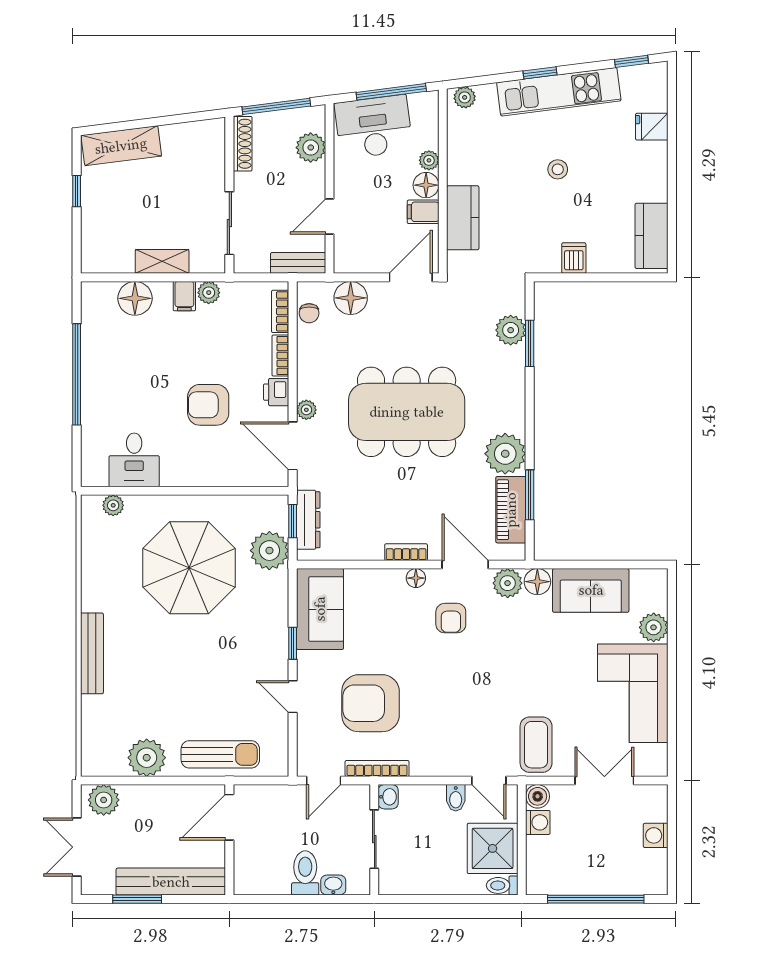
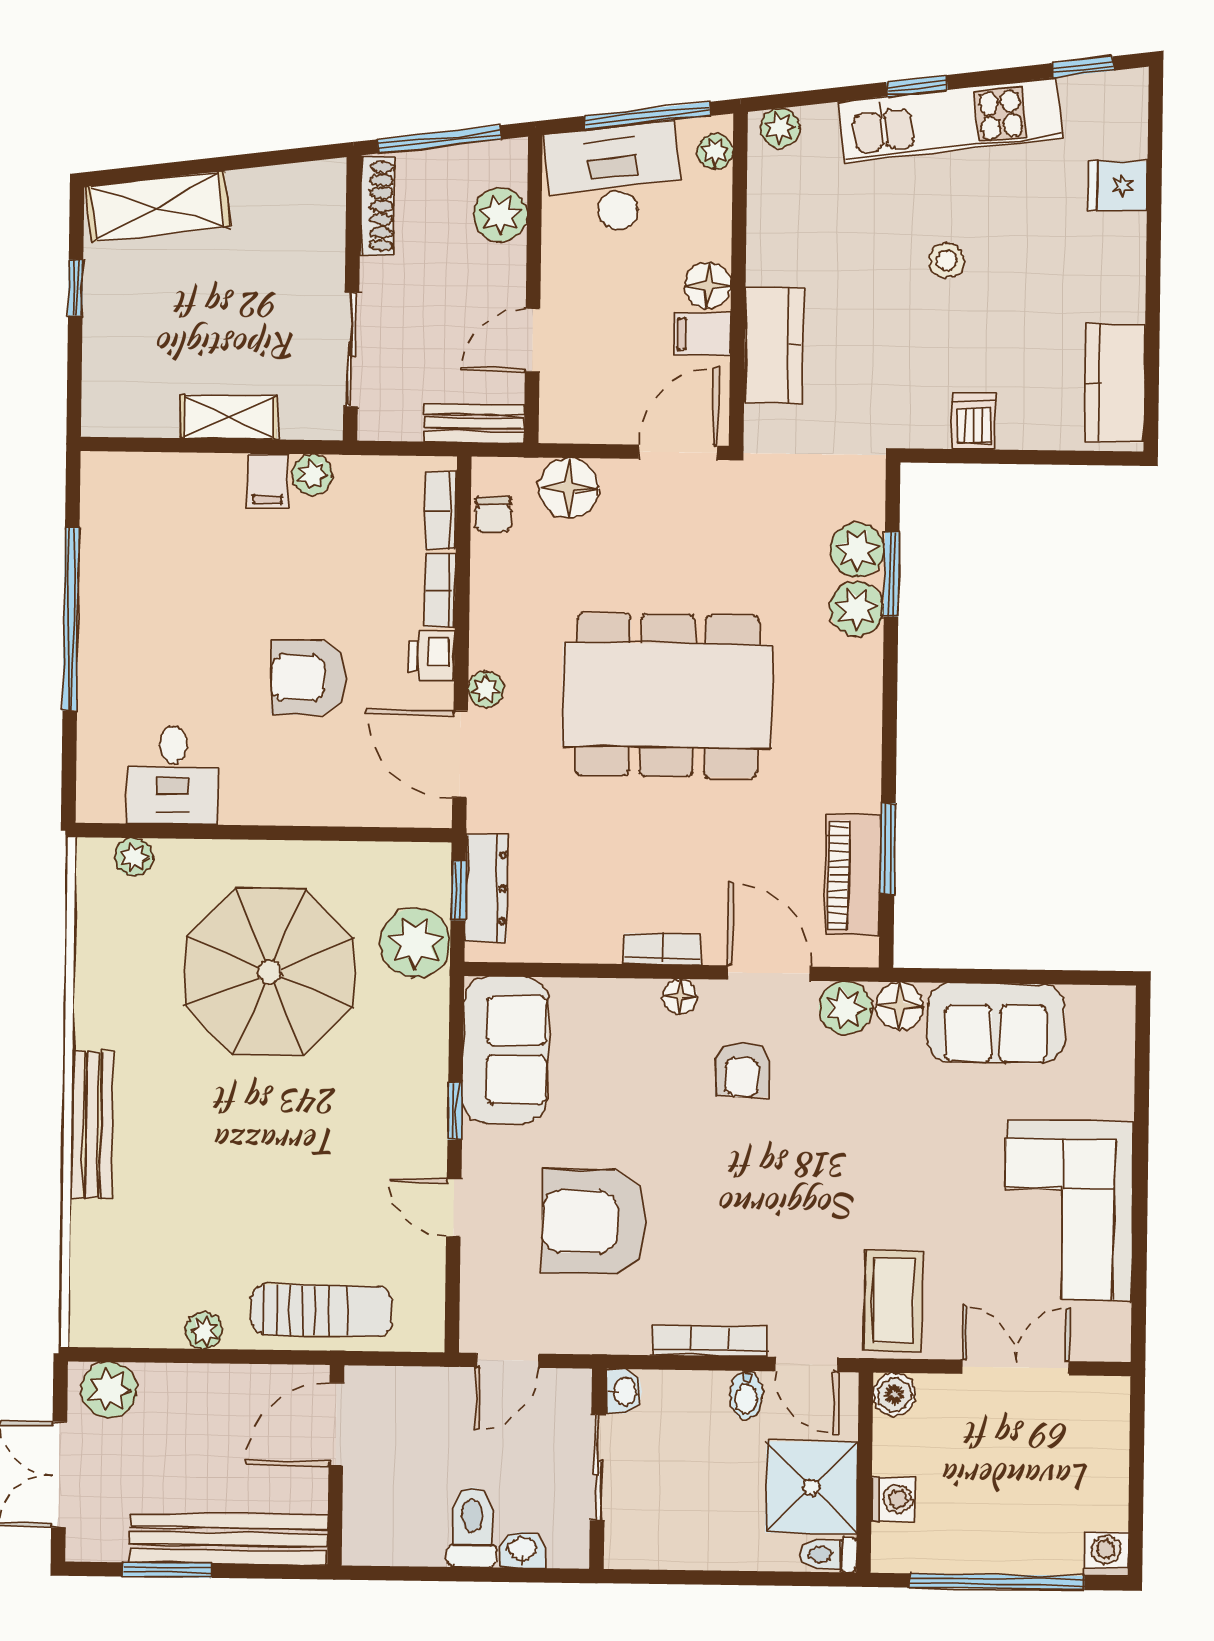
plant: (429, 160) -> (715, 152), moved
floor lamp: (135, 298) -> (179, 483), removed
plant: (505, 454) -> (857, 608), moved, width x0.73, depth x0.73
plant: (654, 627) -> (1108, 1092), removed
plant: (147, 758) -> (204, 1331), width x0.53, depth x0.53
bookcase: (377, 768) -> (710, 1341), moved
washing machine: (538, 822) -> (893, 1499), moved
washing machine: (656, 835) -> (1106, 1554), moved, turned 90

